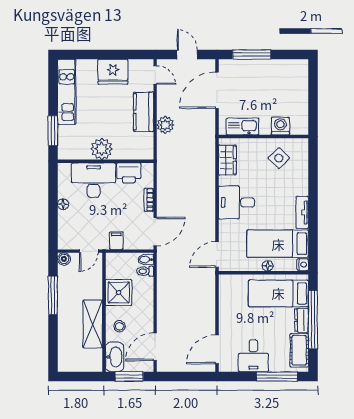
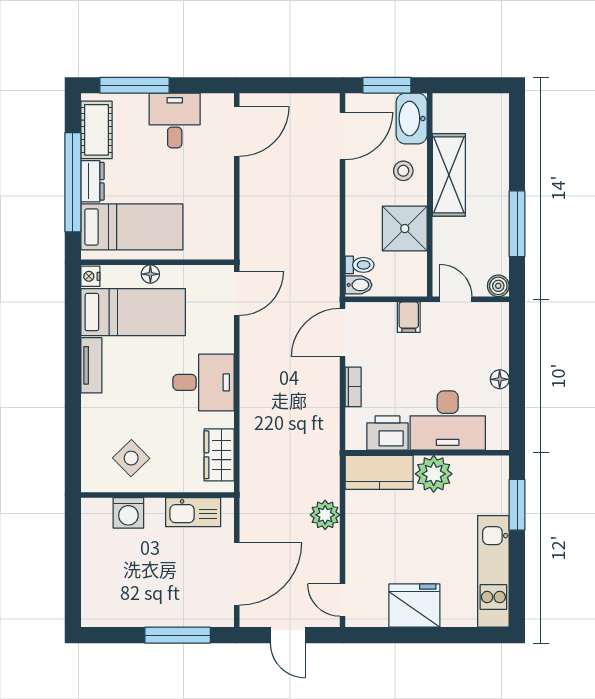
kitchen counter: (144, 112) -> (379, 472), moved, turned 90
door: (89, 251) -> (456, 299), hinge flipped

